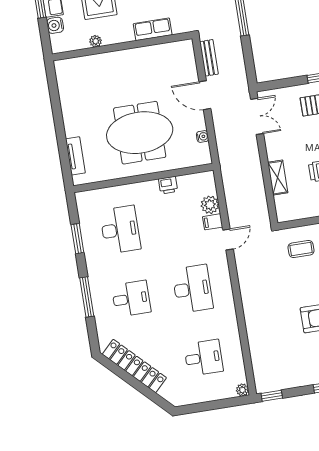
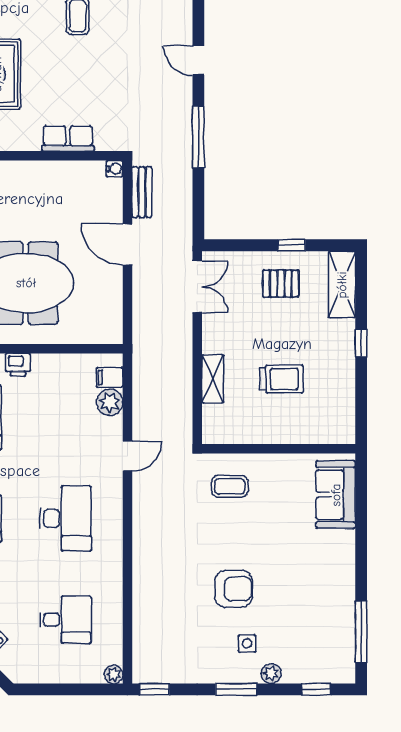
water cooler: (202, 137) -> (115, 169), moved
printer: (168, 185) -> (18, 365), moved
filing cabinet: (213, 222) -> (110, 377), moved

